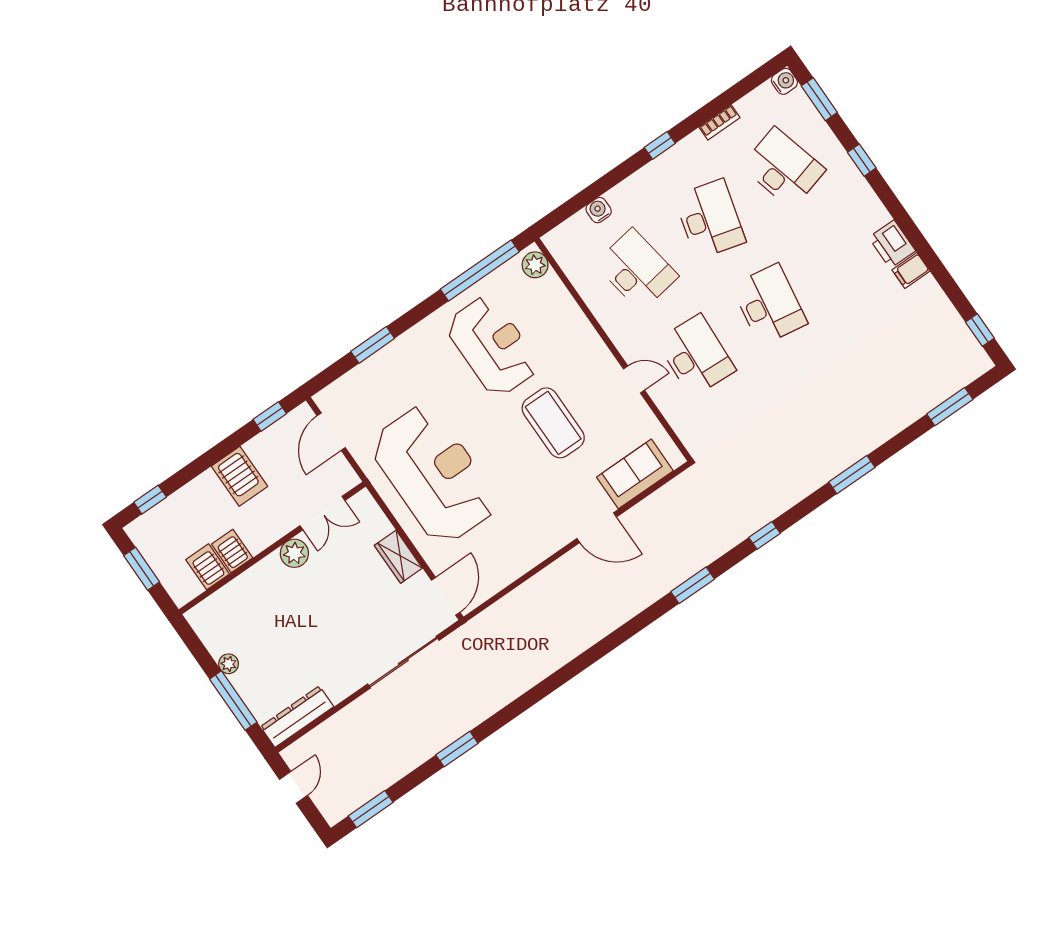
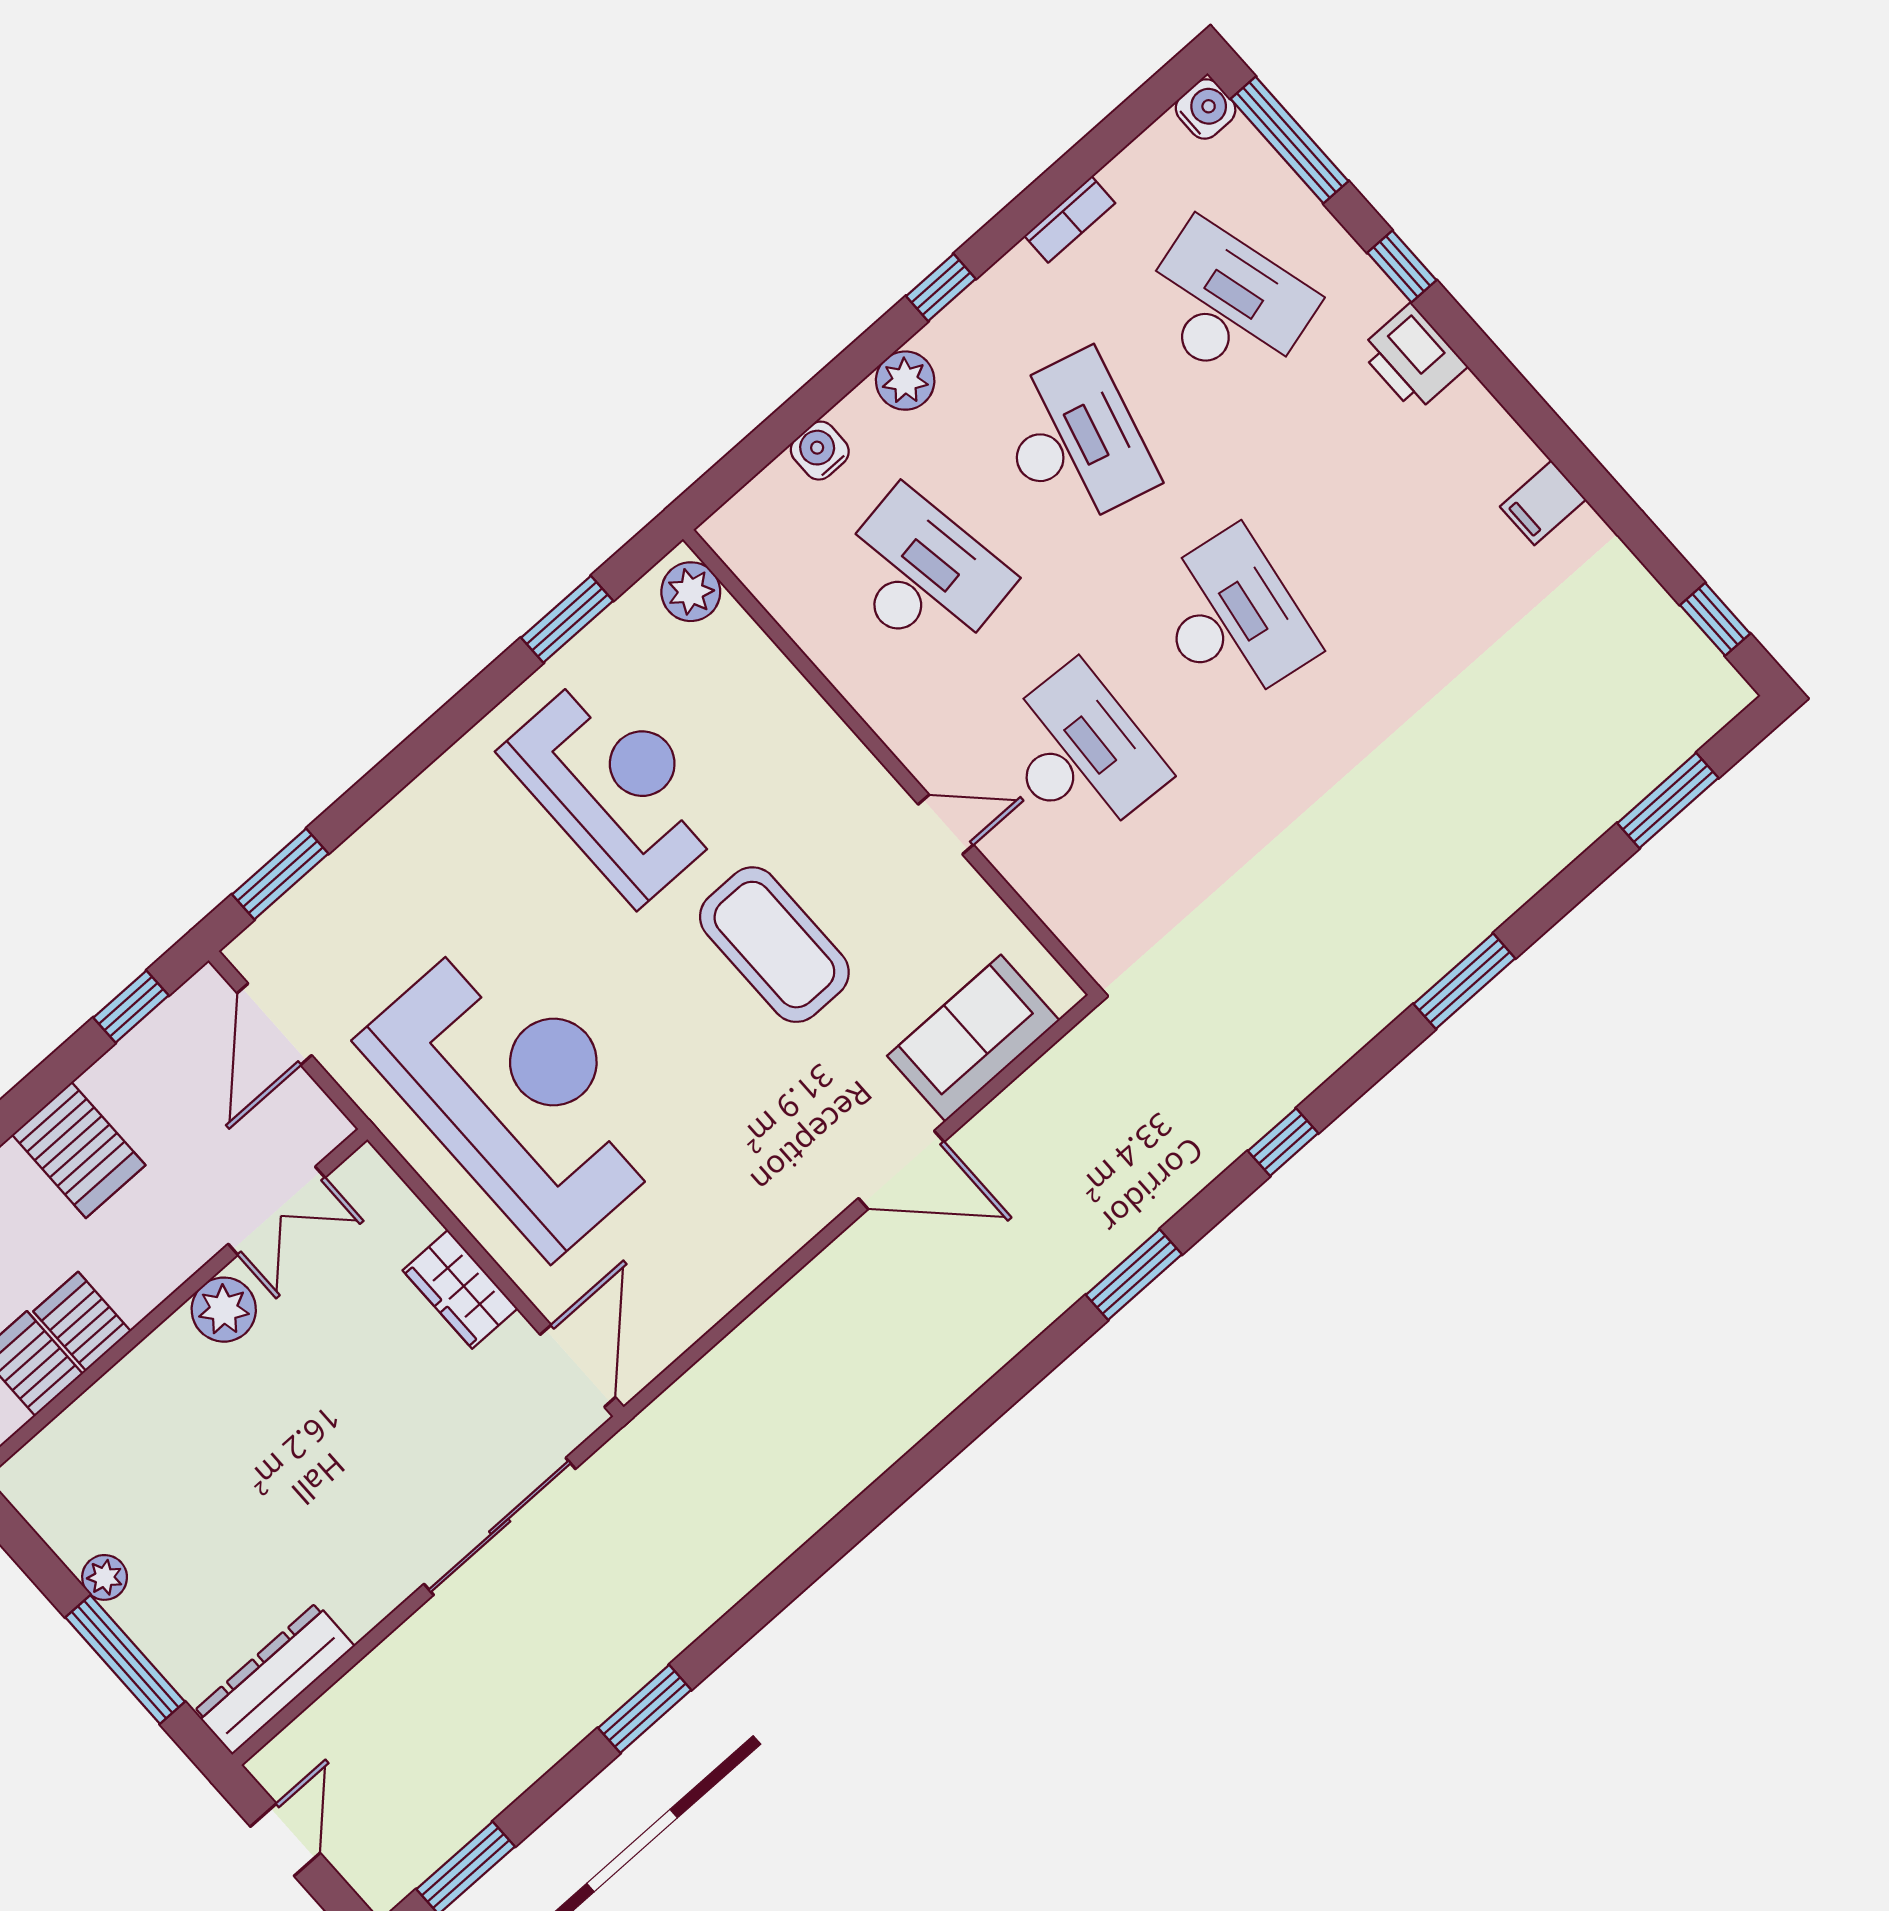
window: (819, 99) -> (1290, 140), width x1.44
plant: (639, 184) -> (905, 381), added
printer: (892, 244) -> (1413, 358), moved
window: (480, 270) -> (567, 619), width x0.47
window: (373, 345) -> (280, 874), moved

